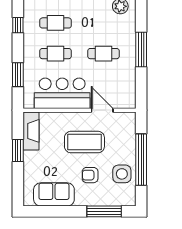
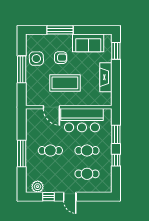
window: (18, 25) -> (116, 160), moved
fireplace: (31, 131) -> (106, 77), moved
window: (18, 150) -> (116, 51), moved
window: (141, 160) -> (22, 69), width x0.68
window: (104, 211) -> (60, 30), moved

